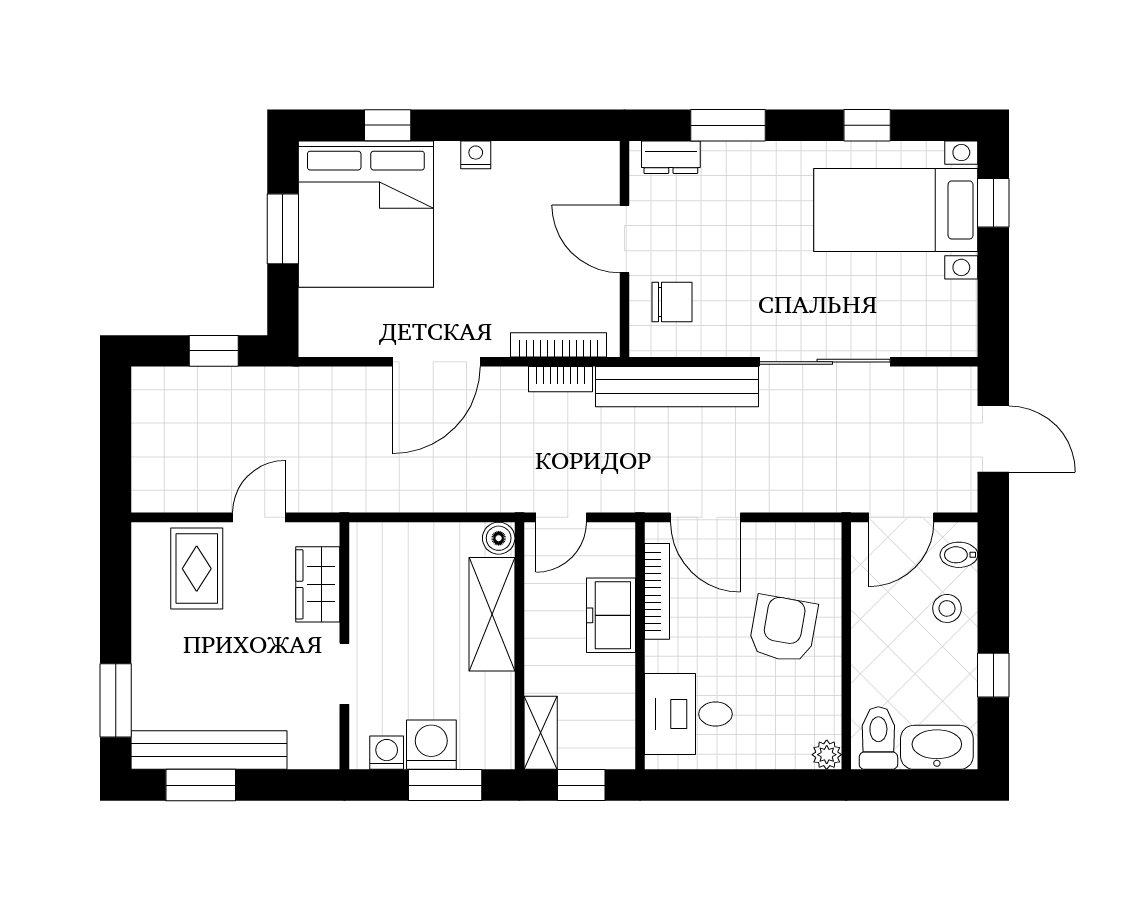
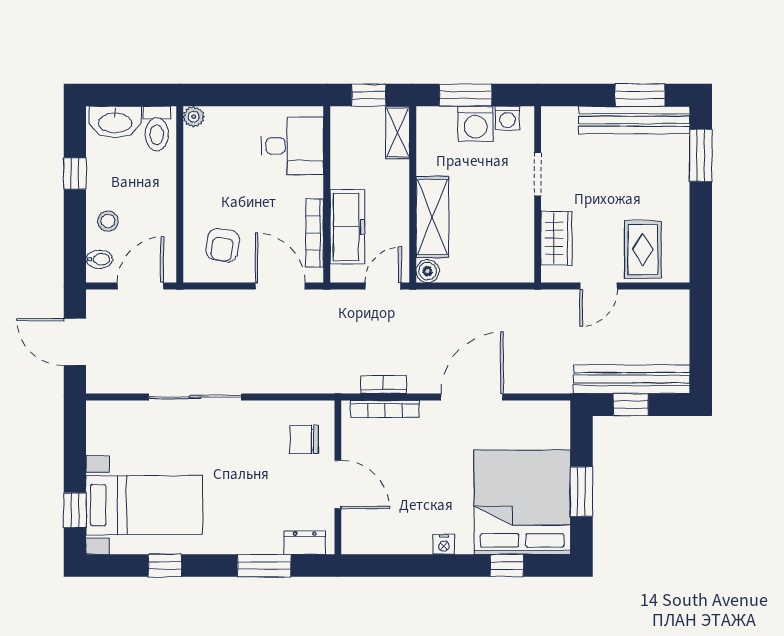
bench: (677, 387) -> (632, 379), moved
freezer: (611, 615) -> (347, 227), width x1.40
armchair: (783, 629) -> (223, 245), moved, width x0.72, depth x0.72

